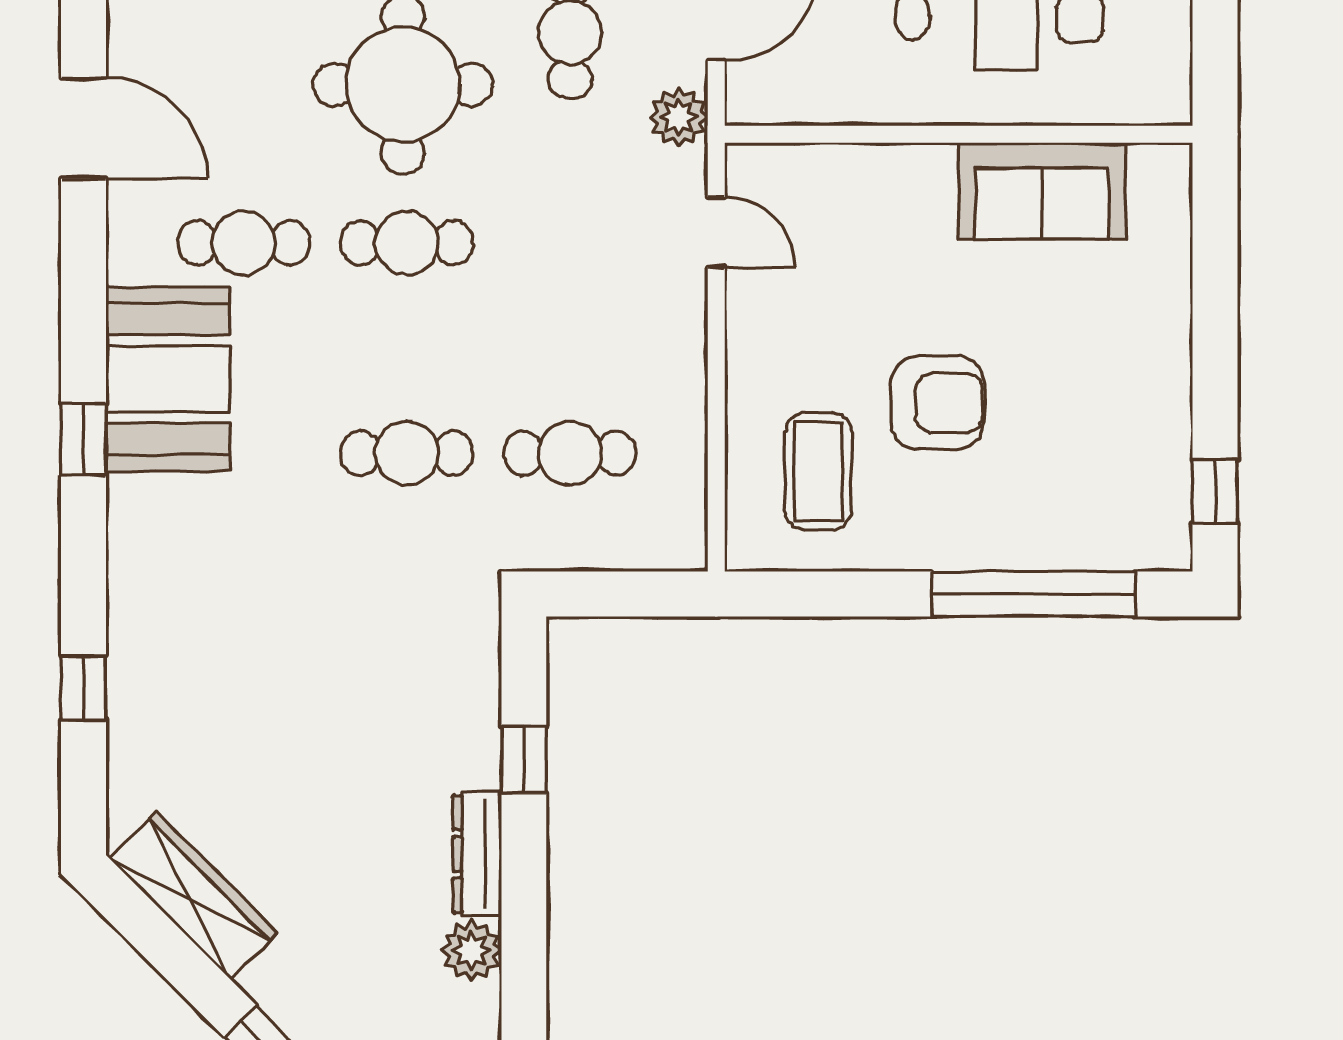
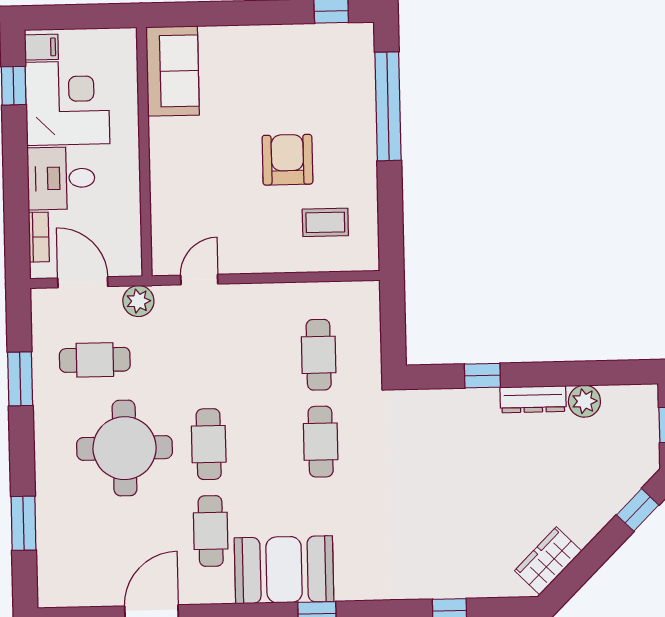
sofa: (1042, 191) -> (173, 71), moved
coffee table: (818, 471) -> (325, 222), width x0.73, depth x0.77
wardrobe: (193, 896) -> (548, 561), width x0.67

